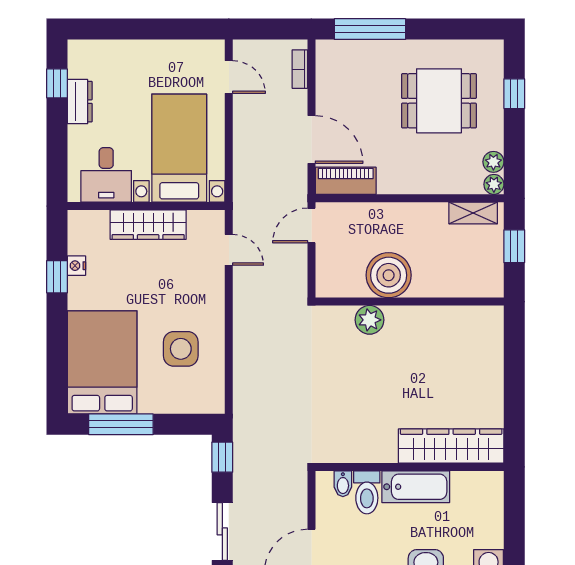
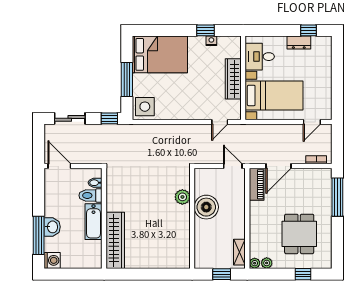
side table: (181, 349) -> (145, 107), moved
window: (121, 424) -> (127, 80), moved

